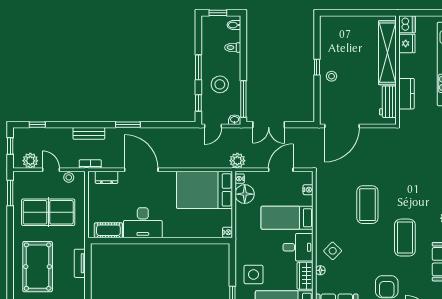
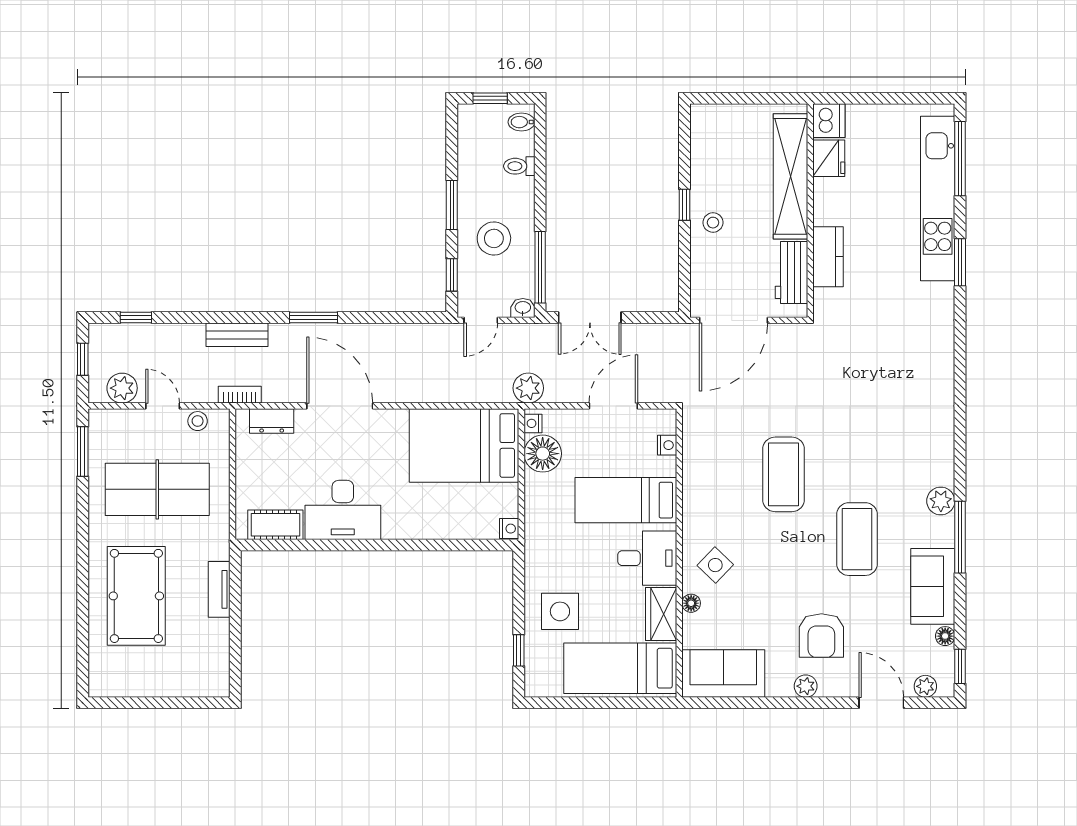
dishwasher: (407, 24) -> (829, 121), moved
fridge: (407, 43) -> (829, 158), moved
shelving: (387, 53) -> (790, 176), moved
wall: (397, 70) -> (810, 211), moved
kitchen counter: (406, 94) -> (828, 257), moved
workbench: (388, 102) -> (792, 272), moved

